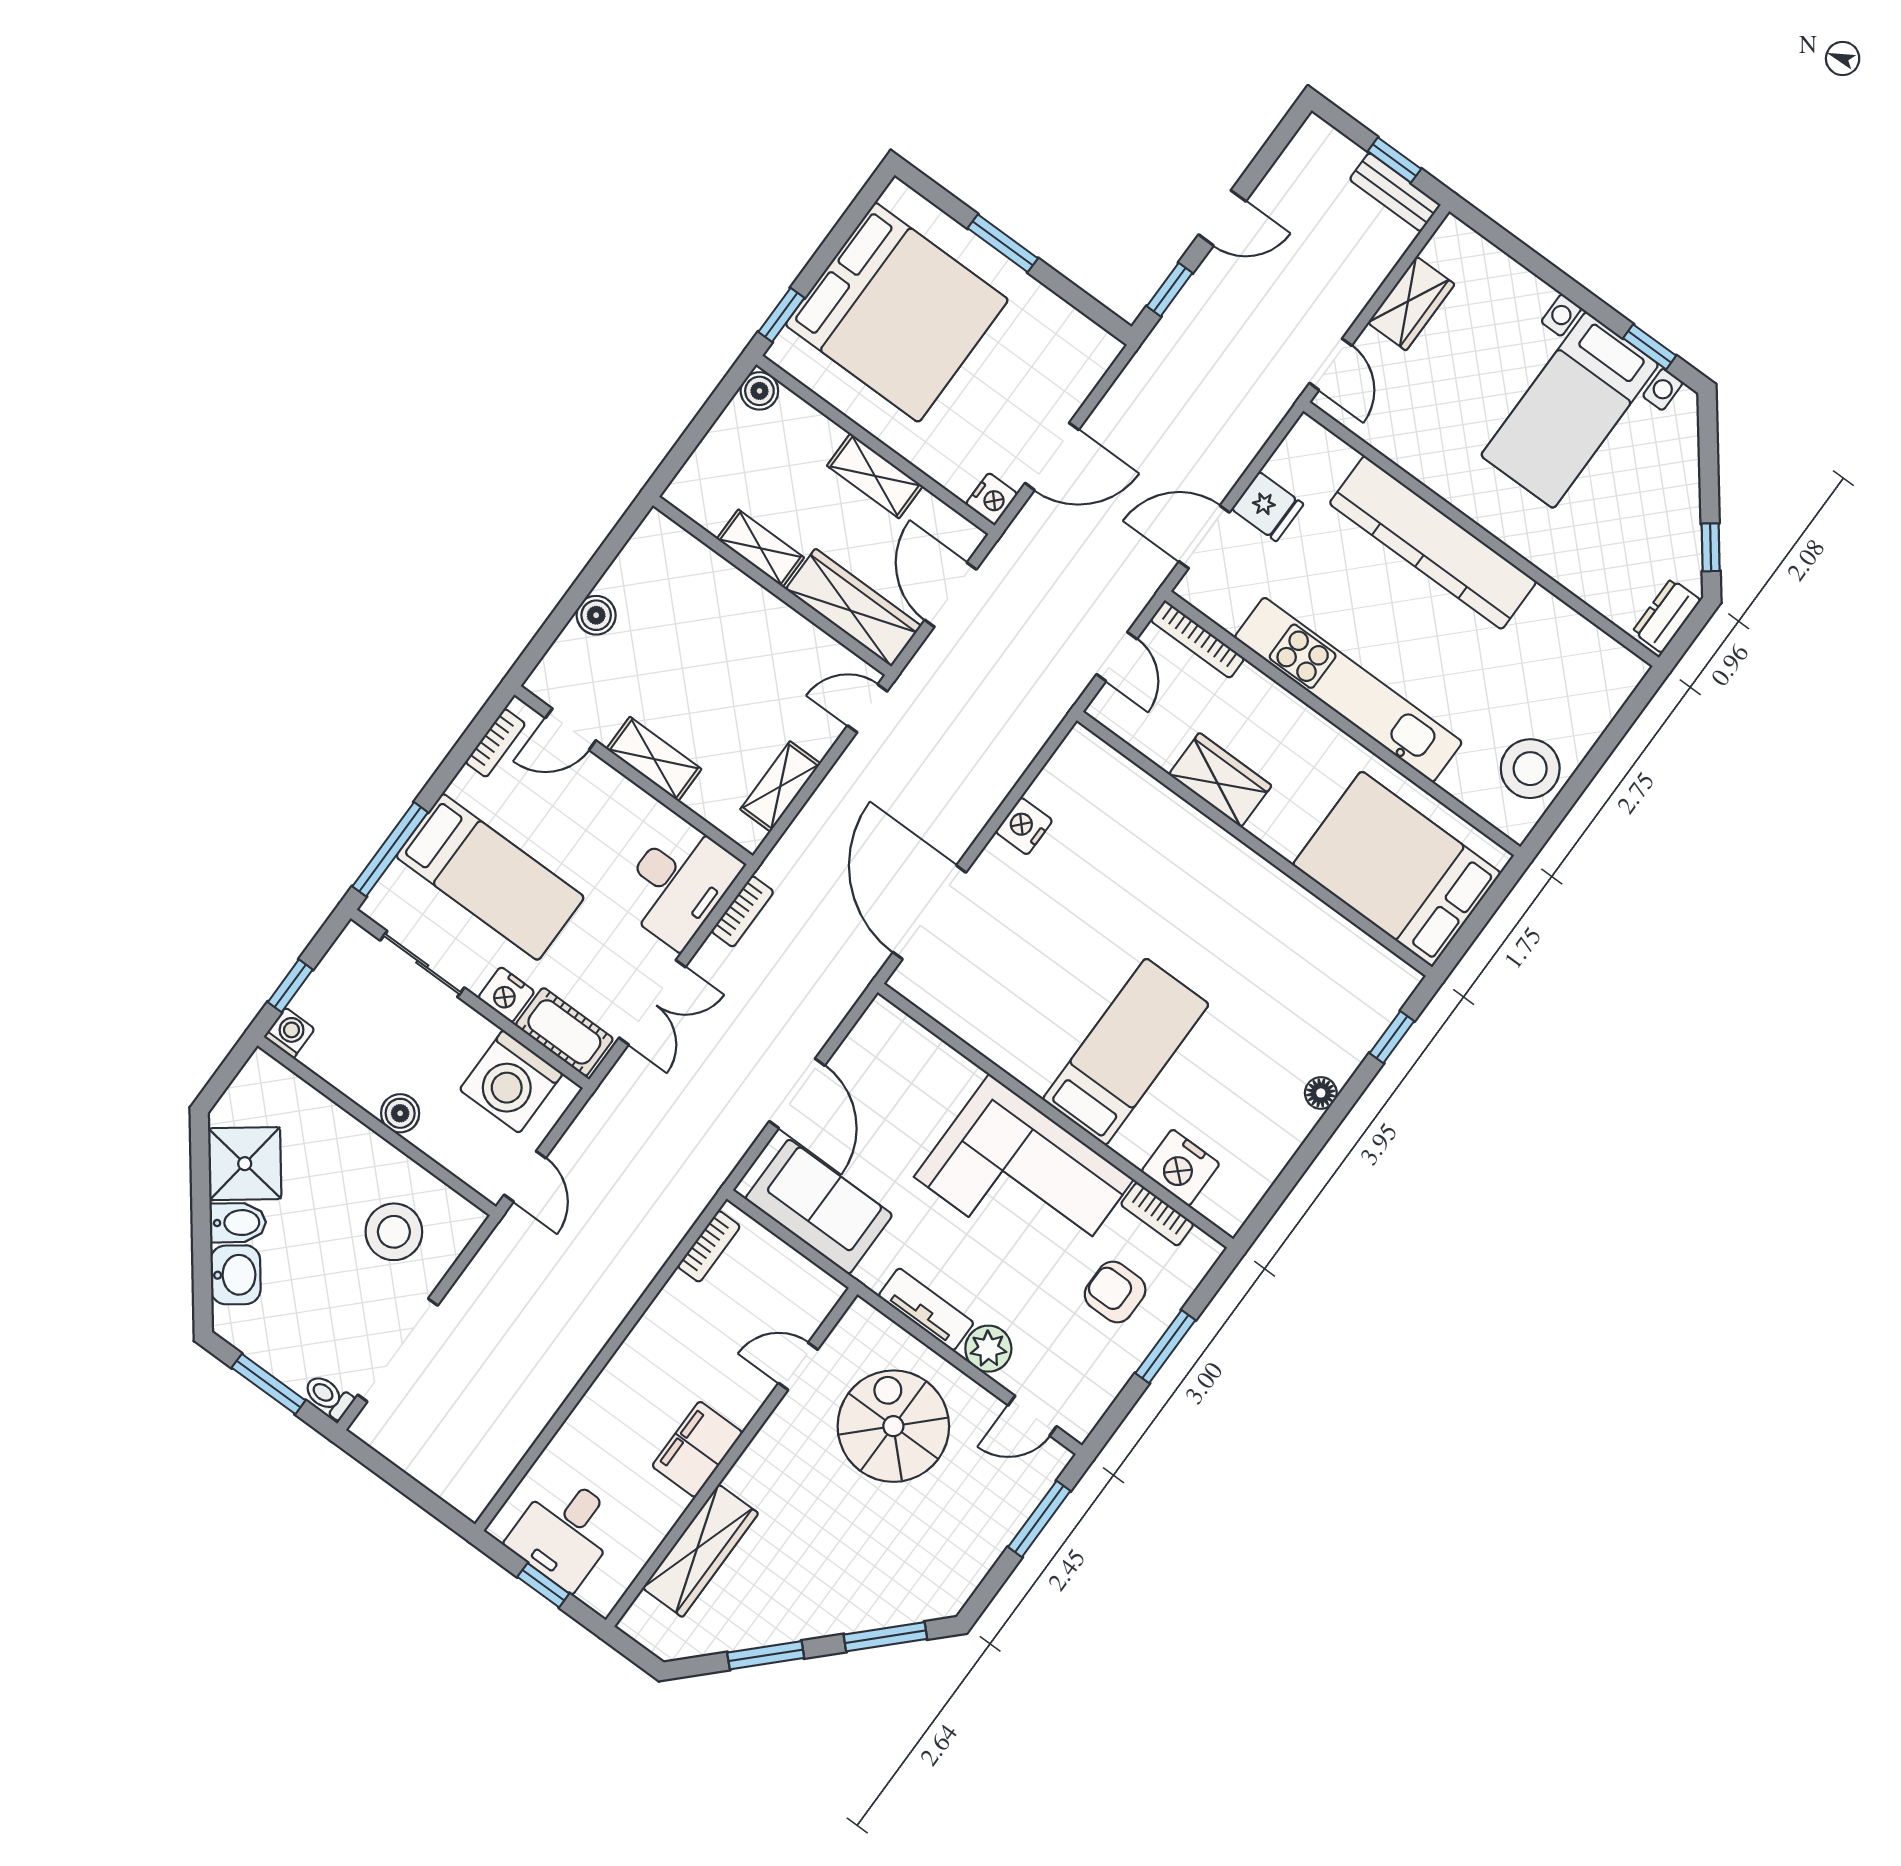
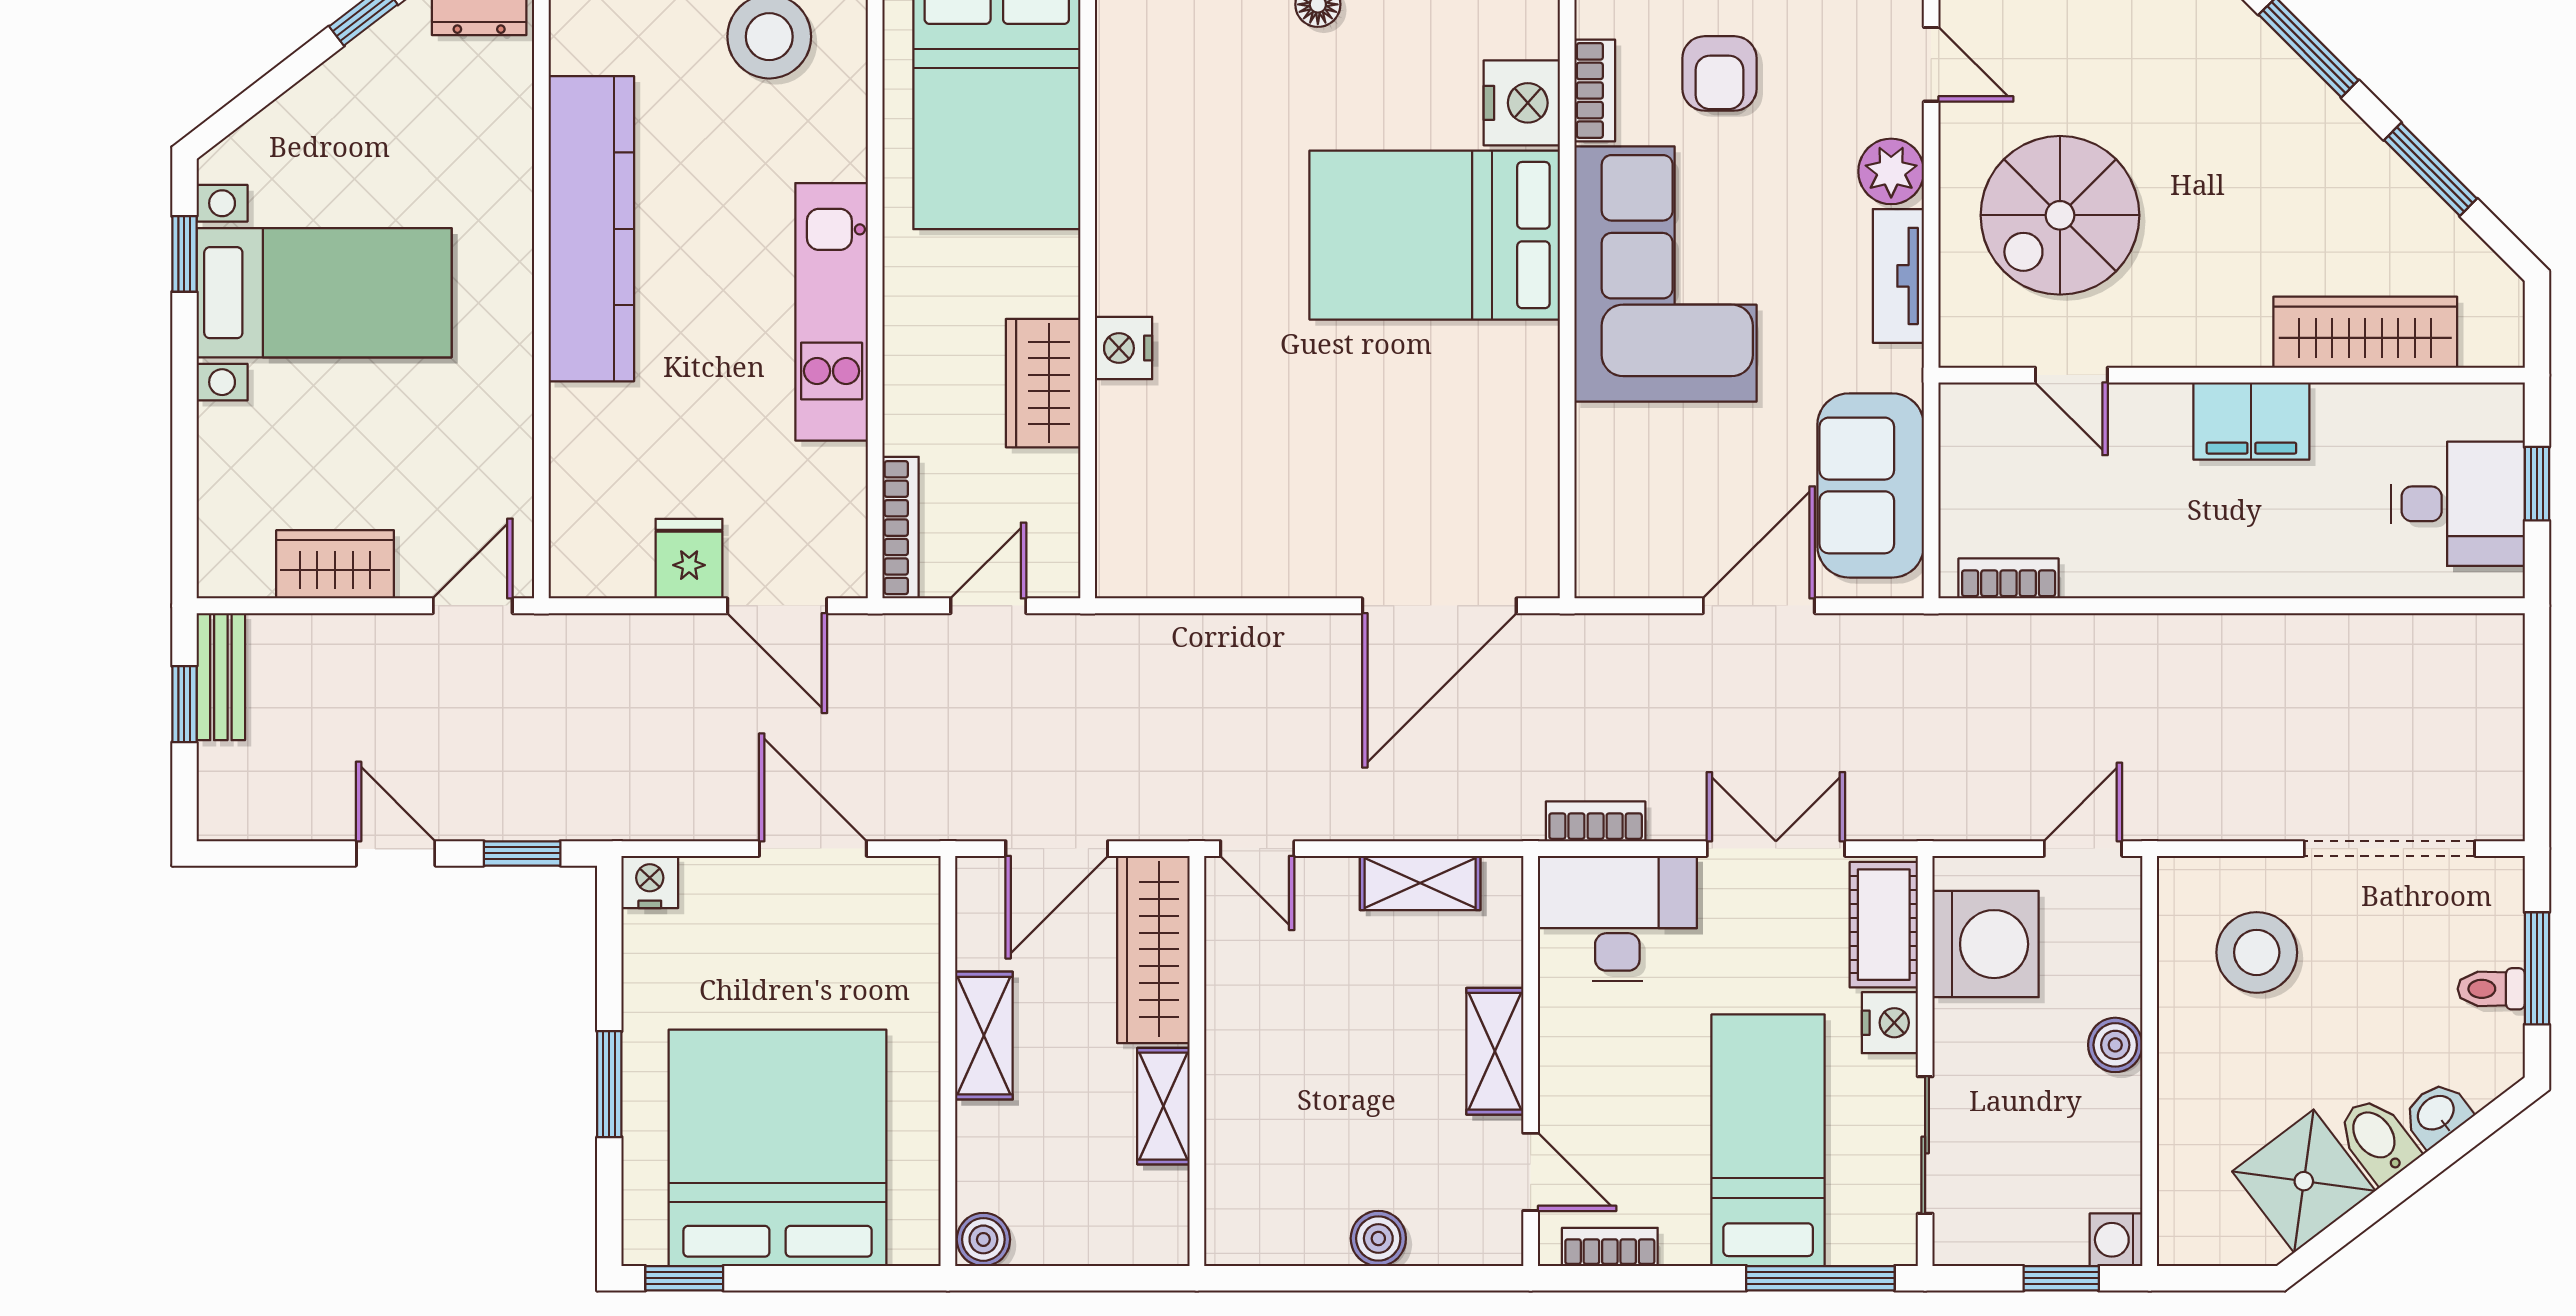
window: (781, 315) -> (684, 1278), moved
nightstand: (992, 499) -> (650, 882), moved
kitchen counter: (1433, 543) -> (591, 229), moved
kitchen unit: (1348, 690) -> (832, 312), width x0.73
nightstand: (1024, 826) -> (1124, 348), moved, turned 90
bed: (1126, 1052) -> (1435, 235), width x1.50
washbasin: (236, 1275) -> (2437, 1114), width x0.72, depth x0.69
toilet: (328, 1396) -> (2491, 989), moved, turned 90

